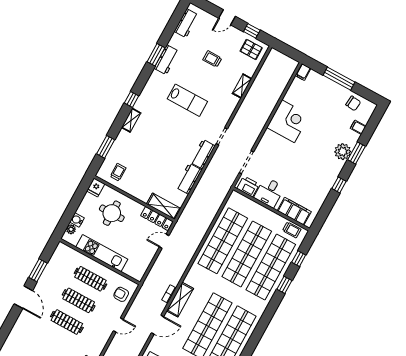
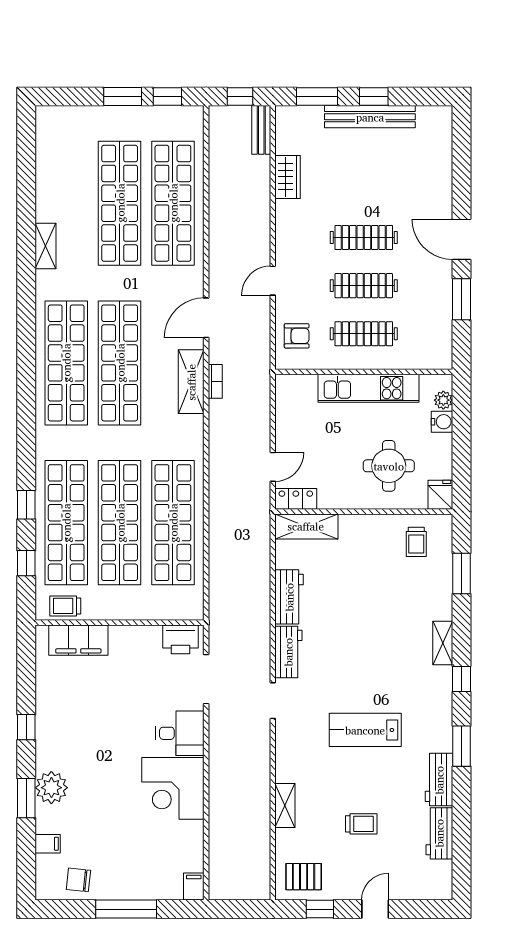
workbench: (186, 23) -> (439, 833), moved
window: (156, 55) -> (461, 746), moved
desk: (269, 192) -> (180, 733), moved, turned 90
locker: (157, 219) -> (296, 499), width x0.66

